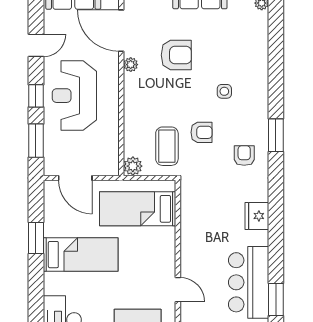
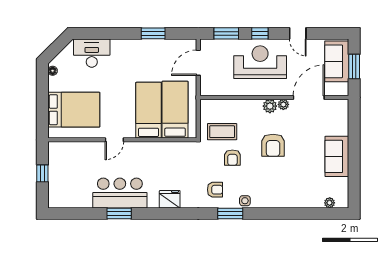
armchair: (176, 55) -> (273, 145), moved
side table: (224, 91) -> (245, 201), moved
plant: (133, 166) -> (270, 106), moved
bed: (81, 255) -> (149, 110), moved, turned 180
window: (276, 300) -> (119, 214), moved

